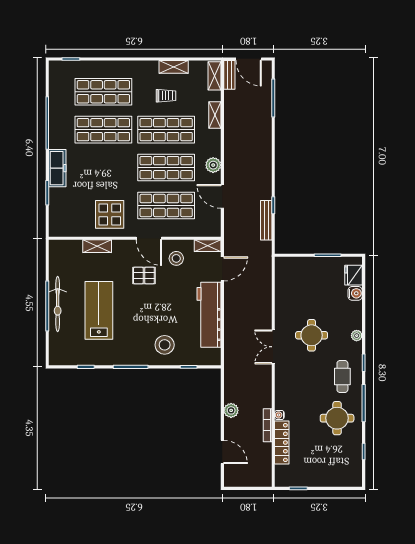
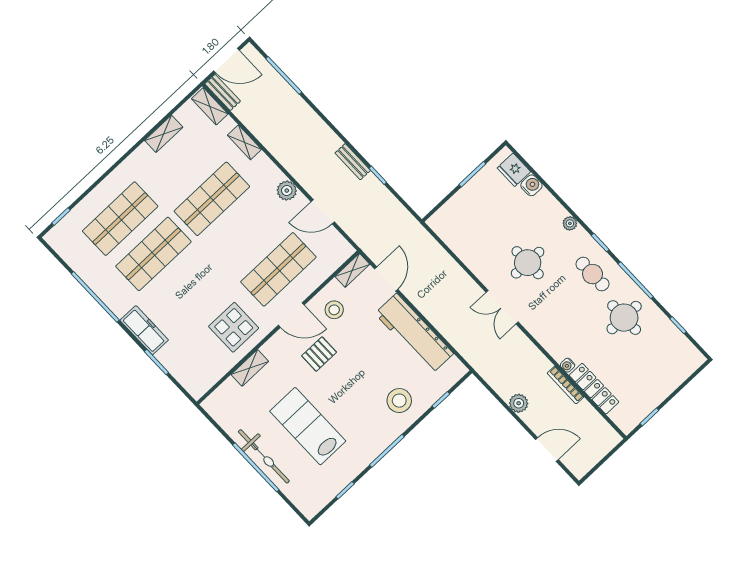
trolley: (166, 96) -> (182, 167), removed
shop shelf: (166, 168) -> (245, 234), removed
bench: (266, 220) -> (353, 162), moved, width x0.73

